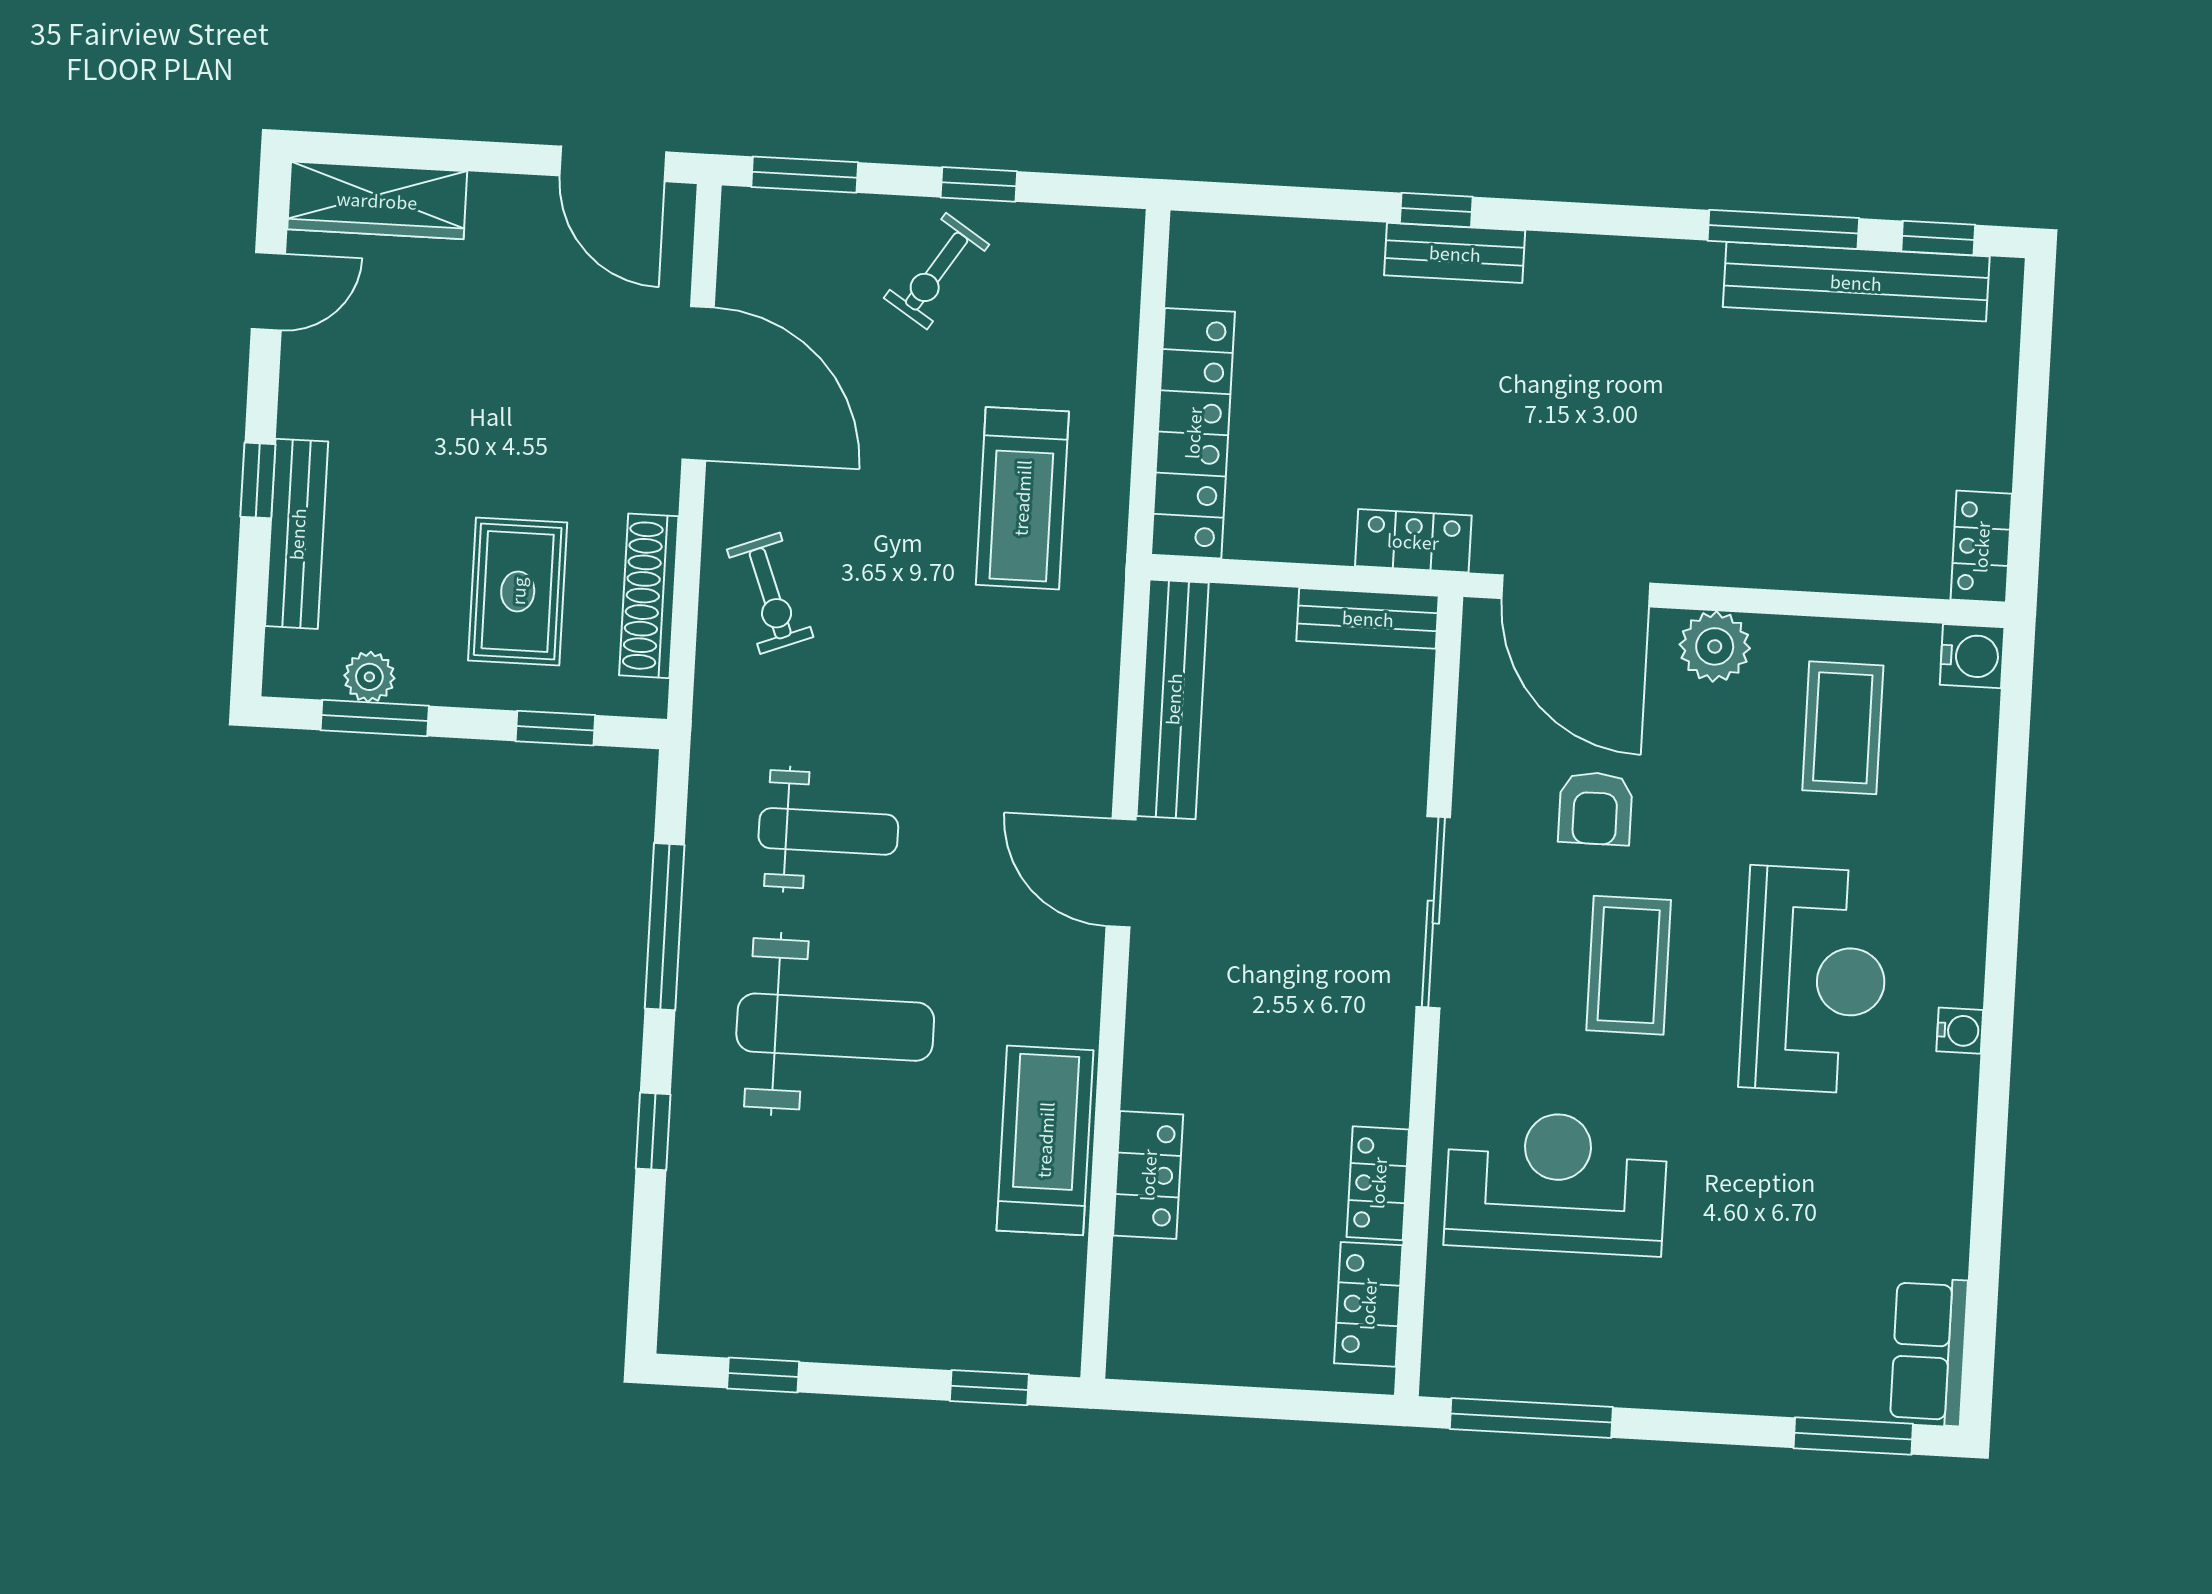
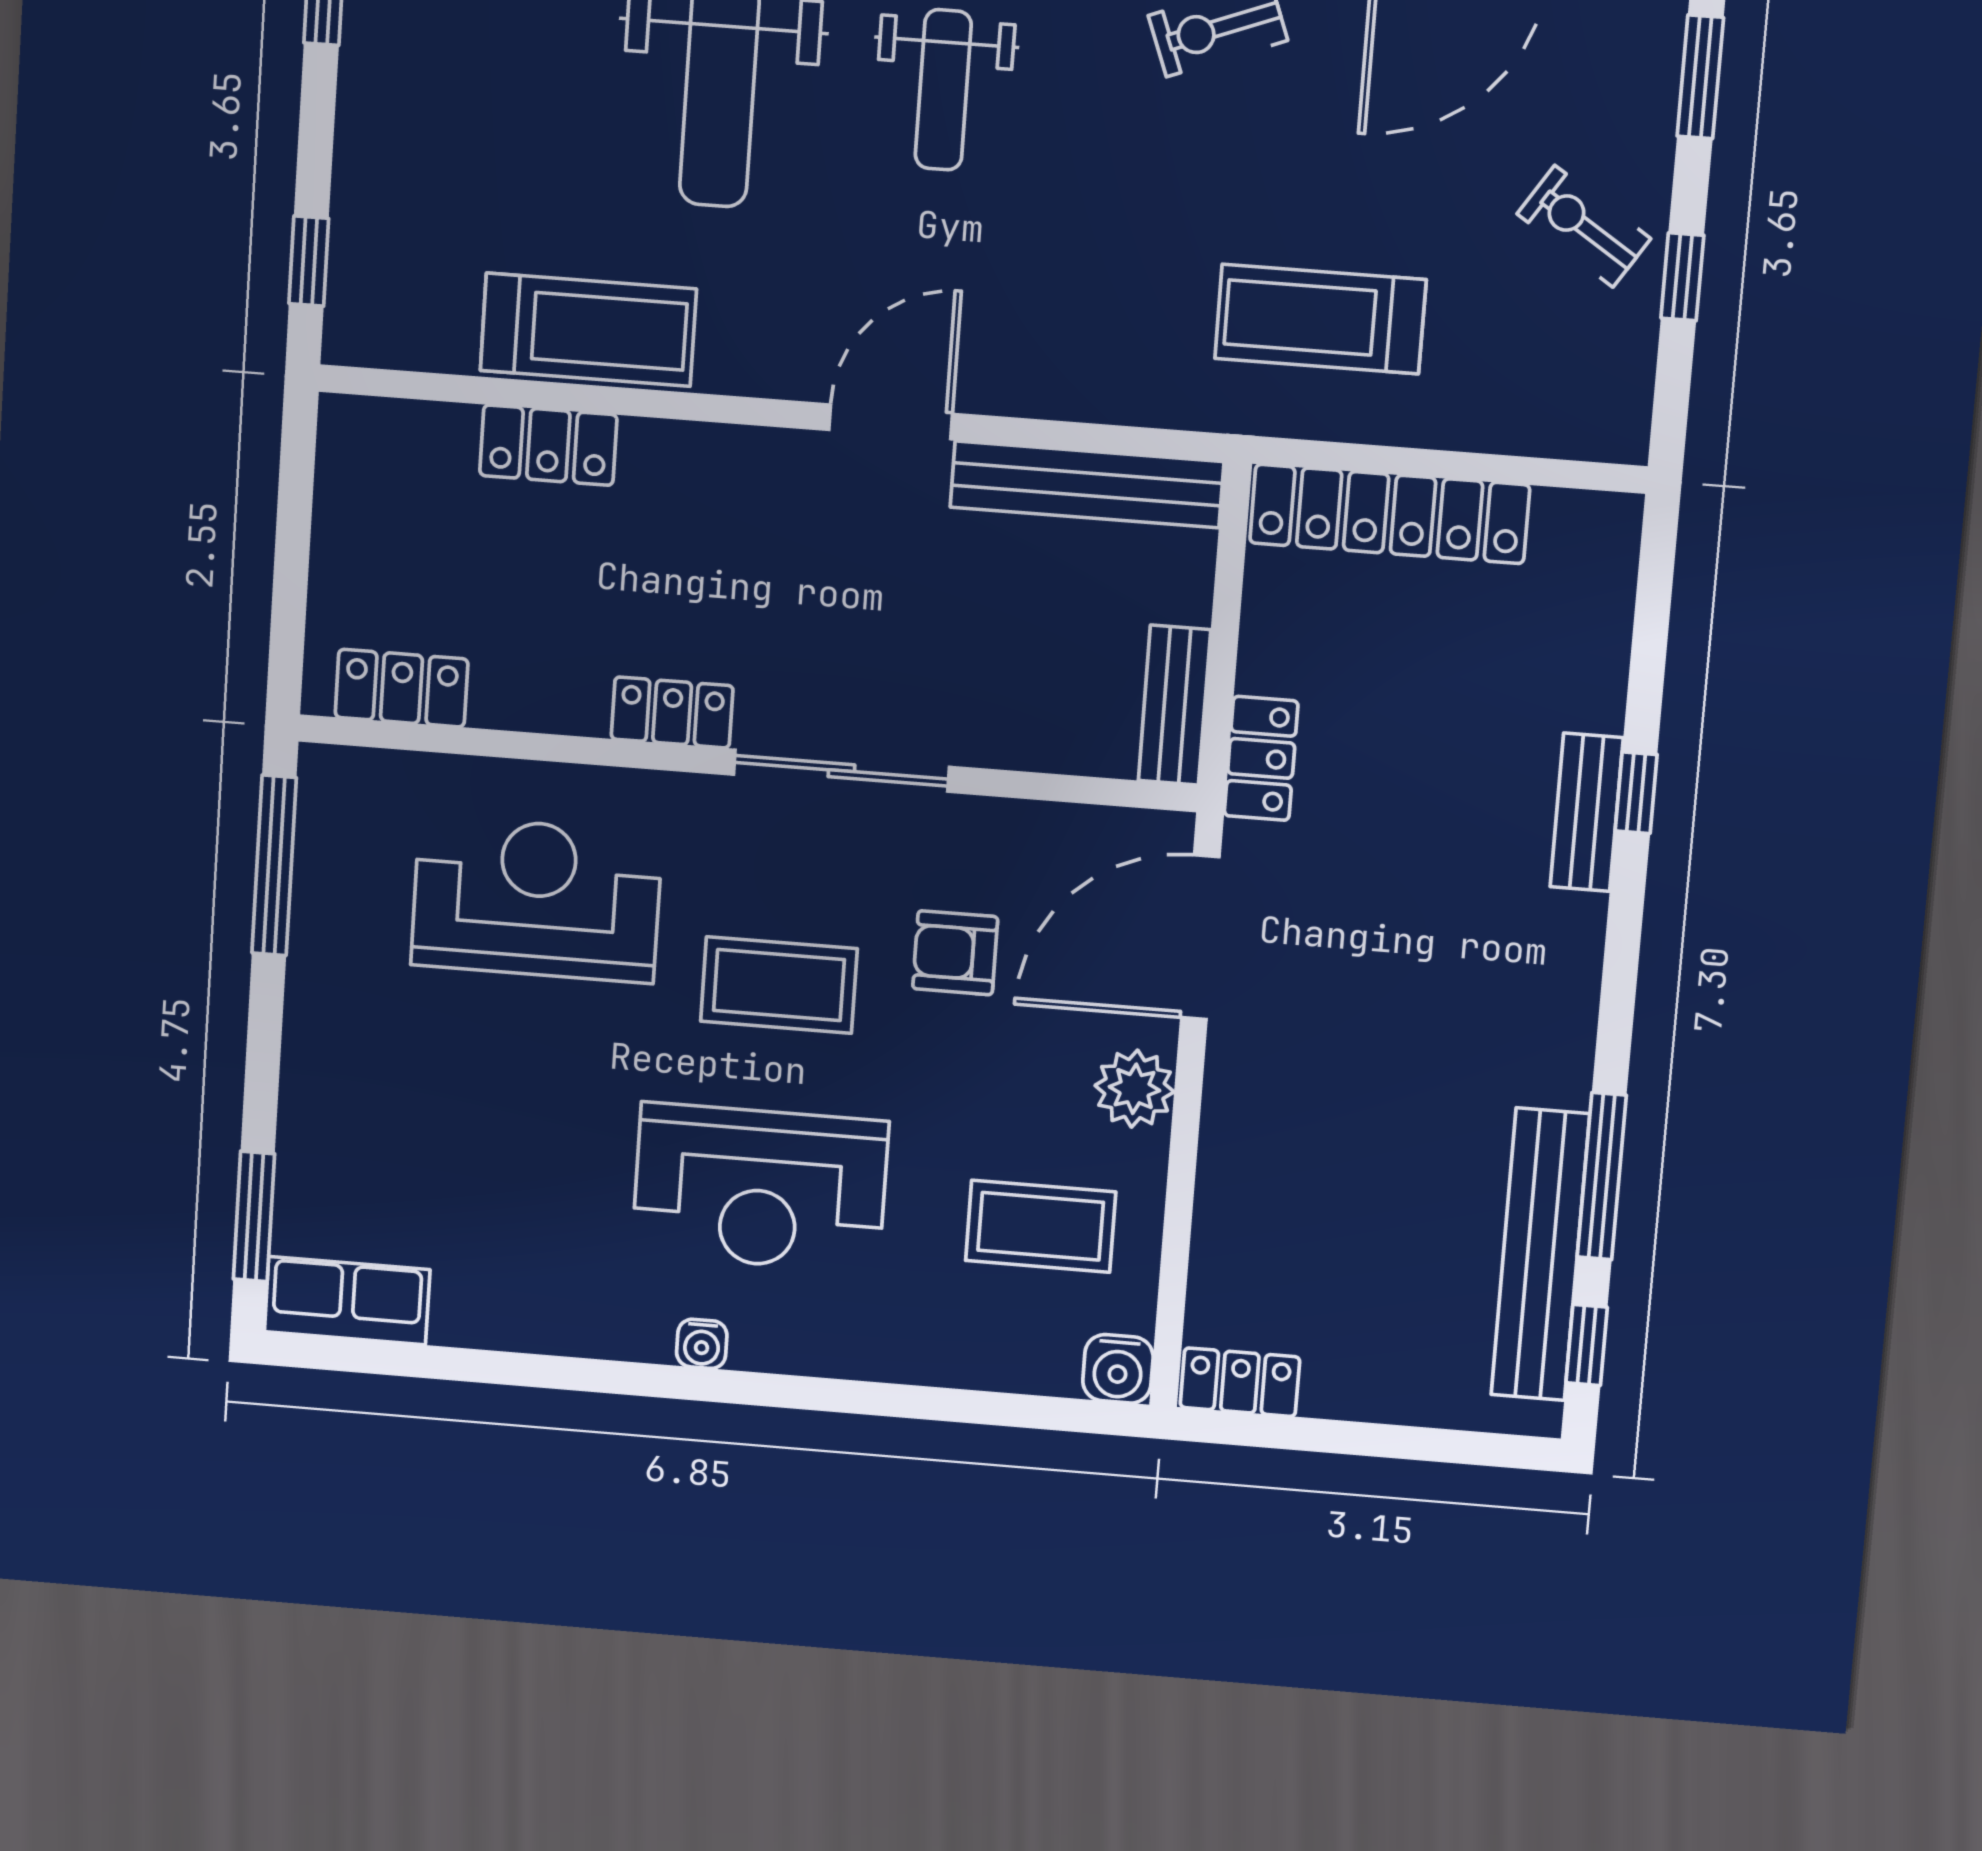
locker: (1378, 1183) -> (672, 712), moved
reception desk: (1556, 1183) -> (536, 899), turned -90

